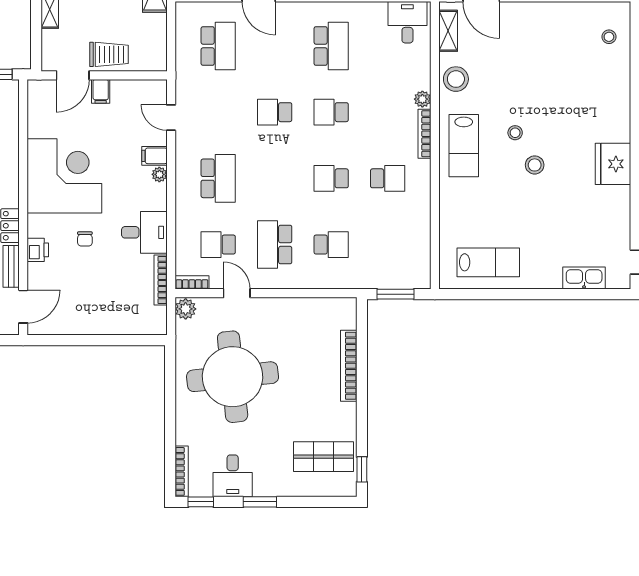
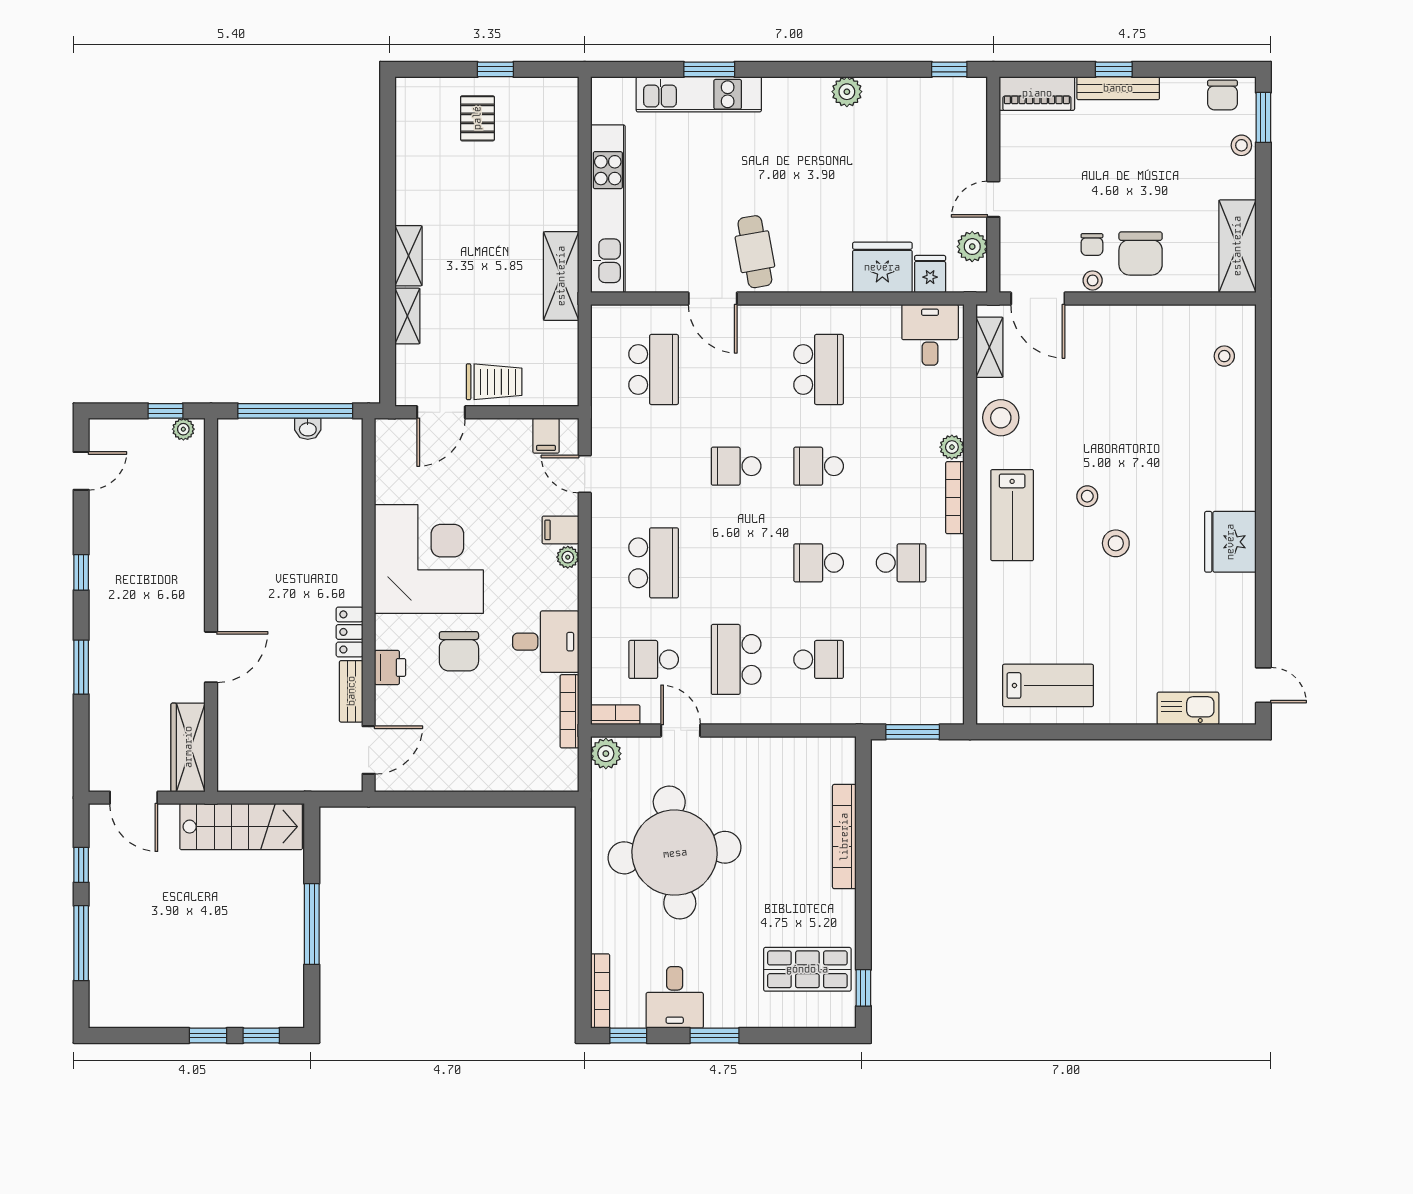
filing cabinet: (101, 91) -> (546, 436), moved
chair: (85, 239) -> (459, 651), width x1.87, depth x1.87

